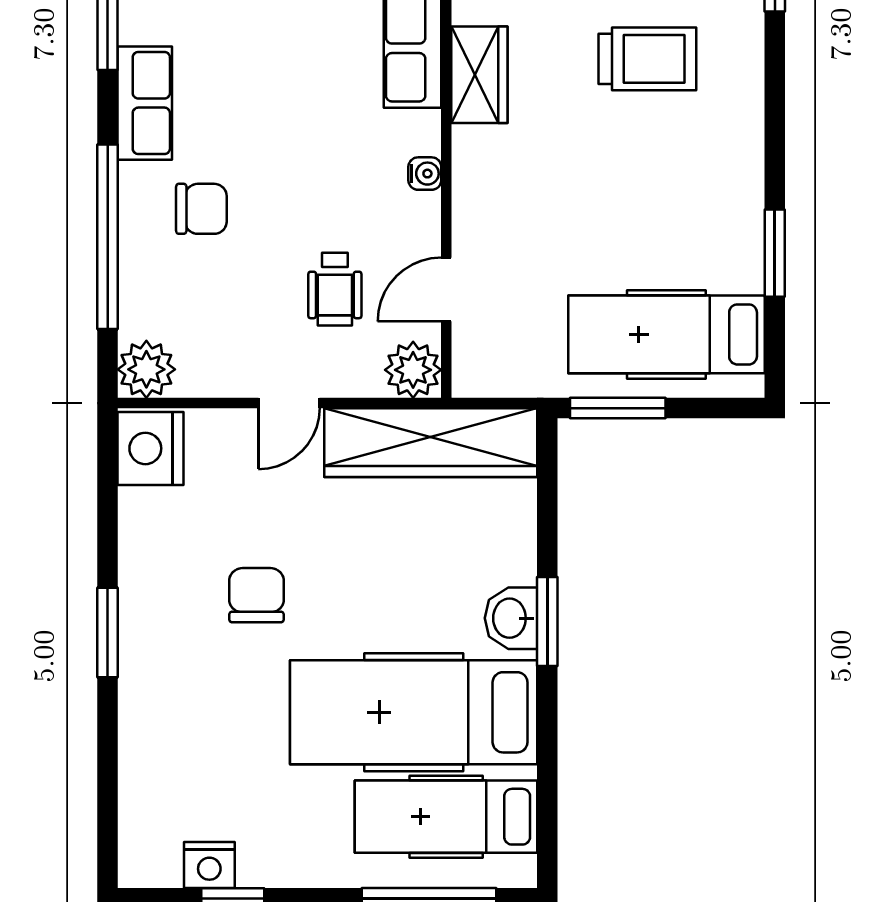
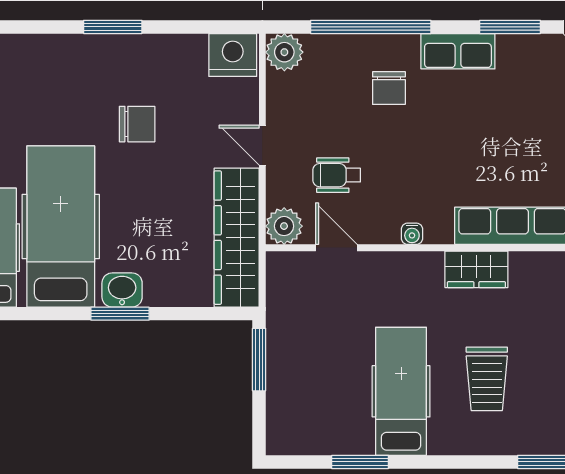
hospital bed: (666, 334) -> (401, 391), moved

